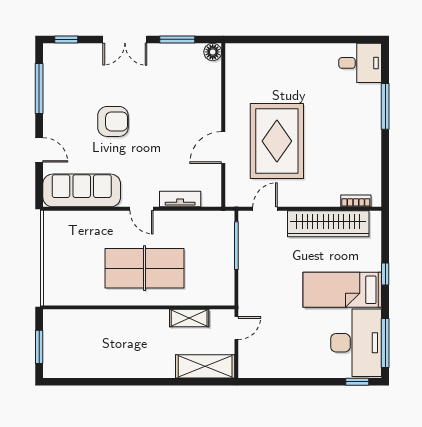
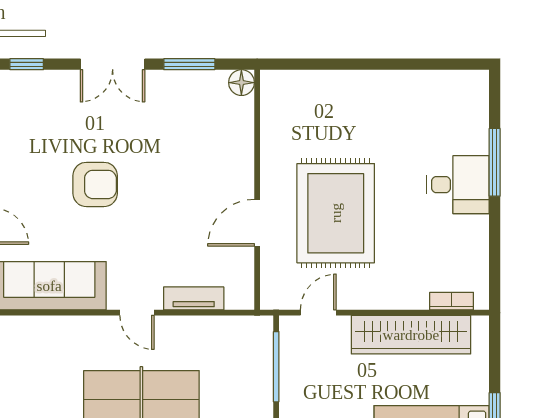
desk: (360, 63) -> (458, 185), moved

